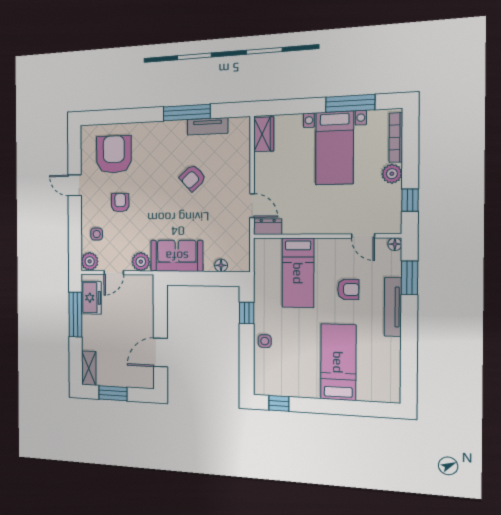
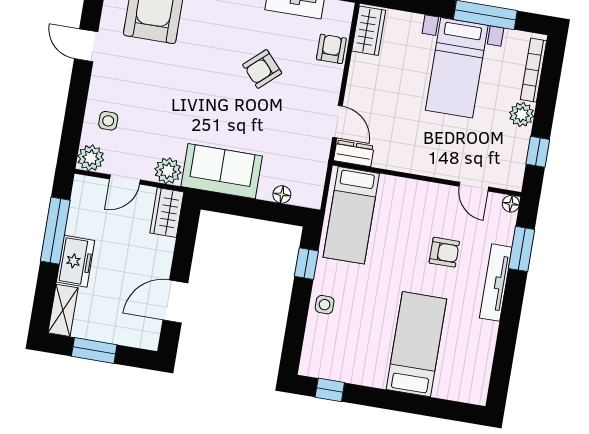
armchair: (120, 203) -> (331, 49), moved
bed: (298, 273) -> (351, 215), moved
wardrobe: (145, 291) -> (167, 213), added
freezer: (91, 298) -> (76, 261), moved

